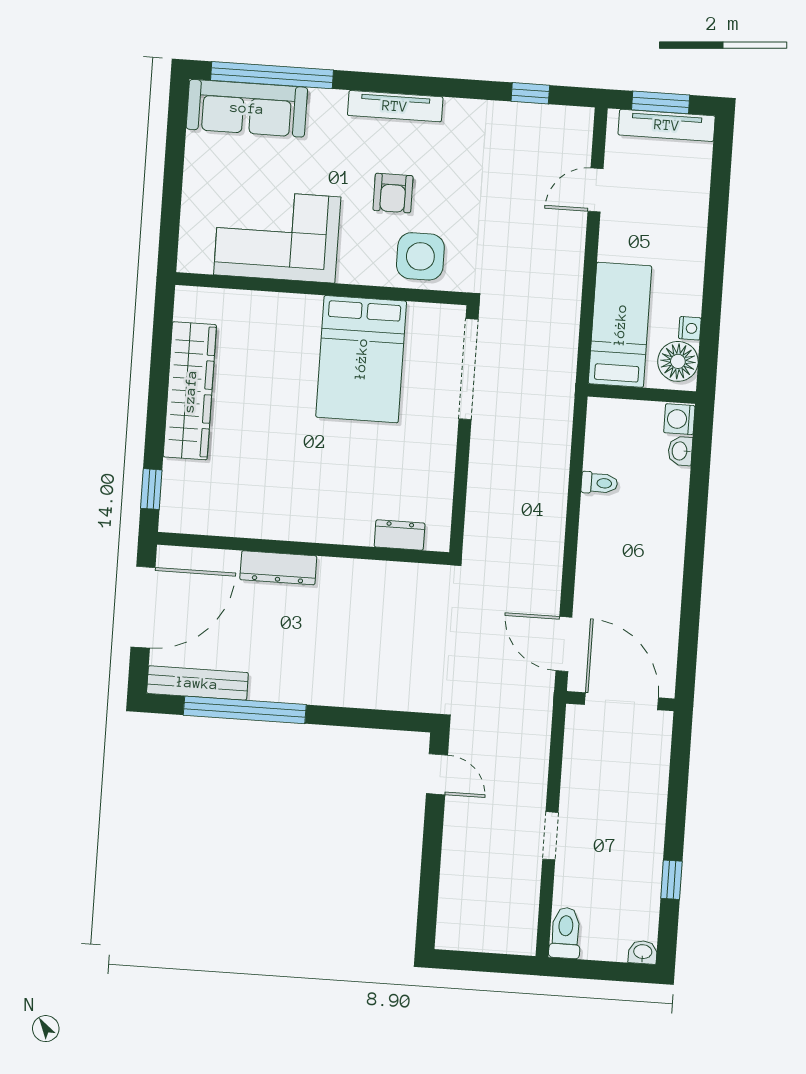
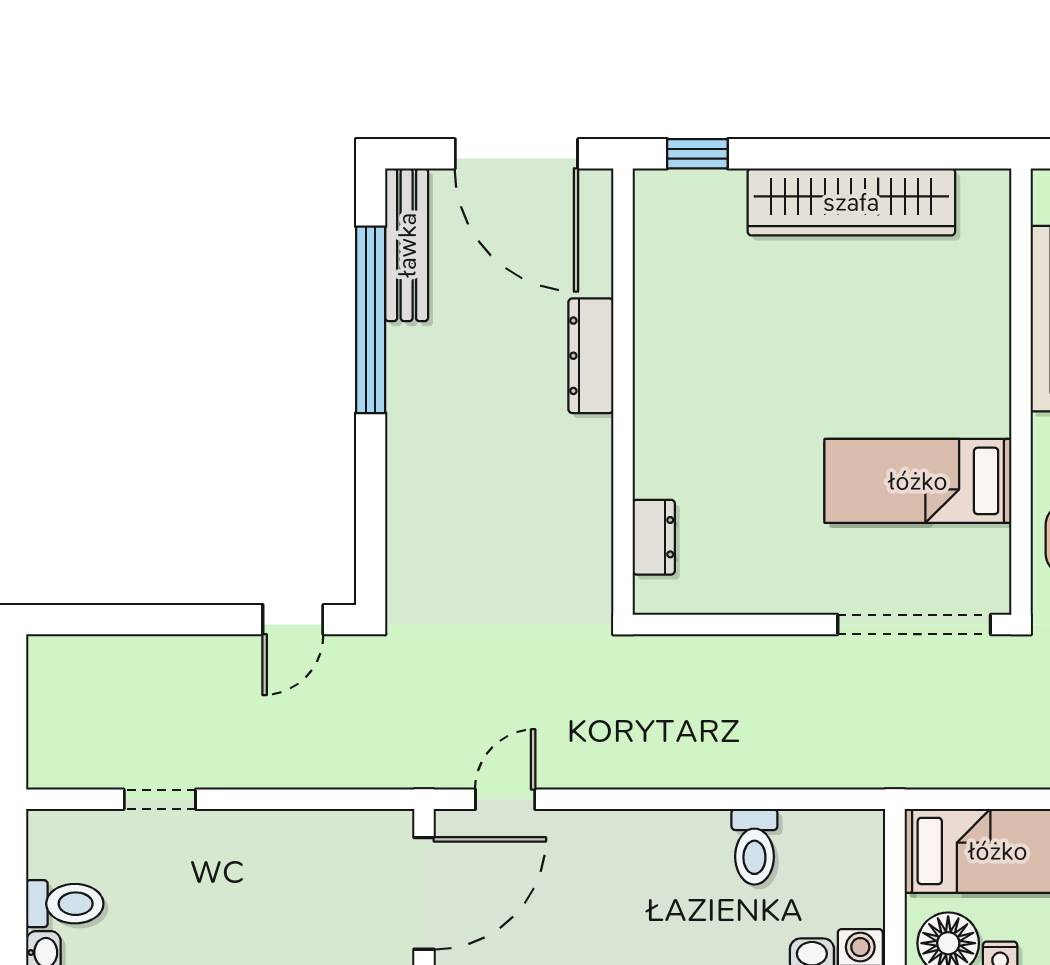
bed: (361, 359) -> (918, 481), width x0.67
toilet: (599, 483) -> (754, 847), width x1.37, depth x1.39
door: (564, 644) -> (505, 799), width x0.73
doorway: (550, 836) -> (160, 799), moved
toilet: (565, 933) -> (65, 904), moved

